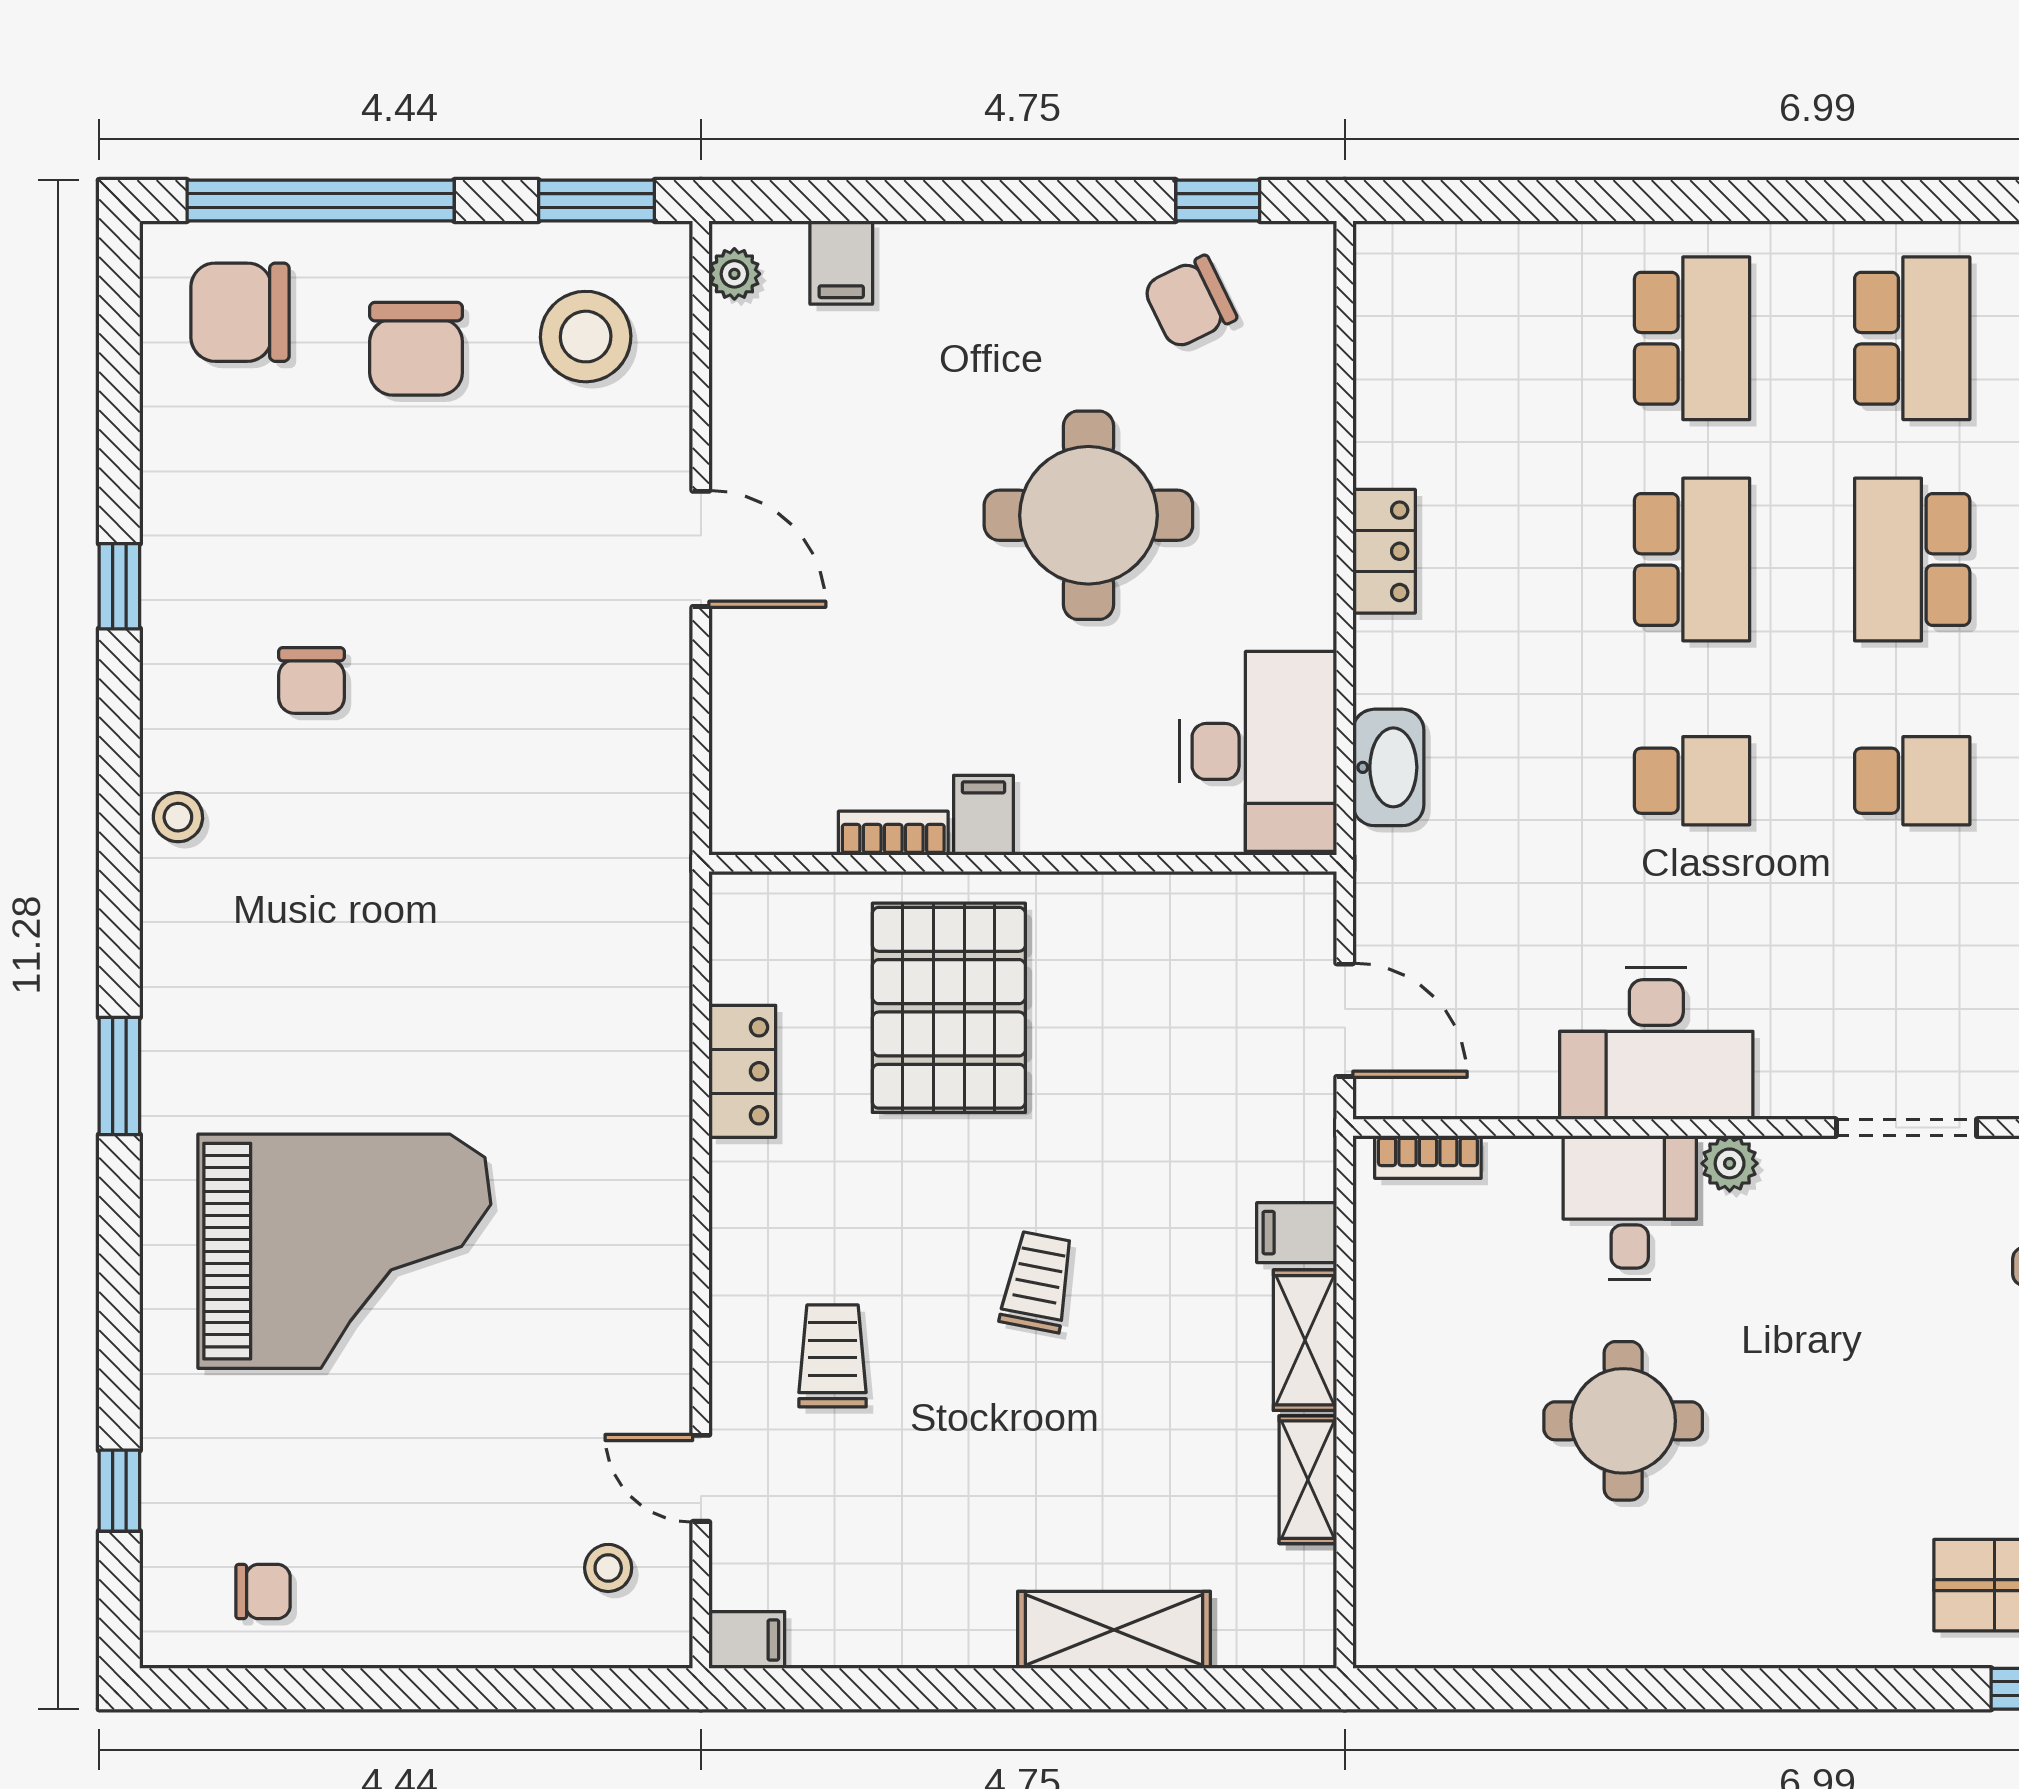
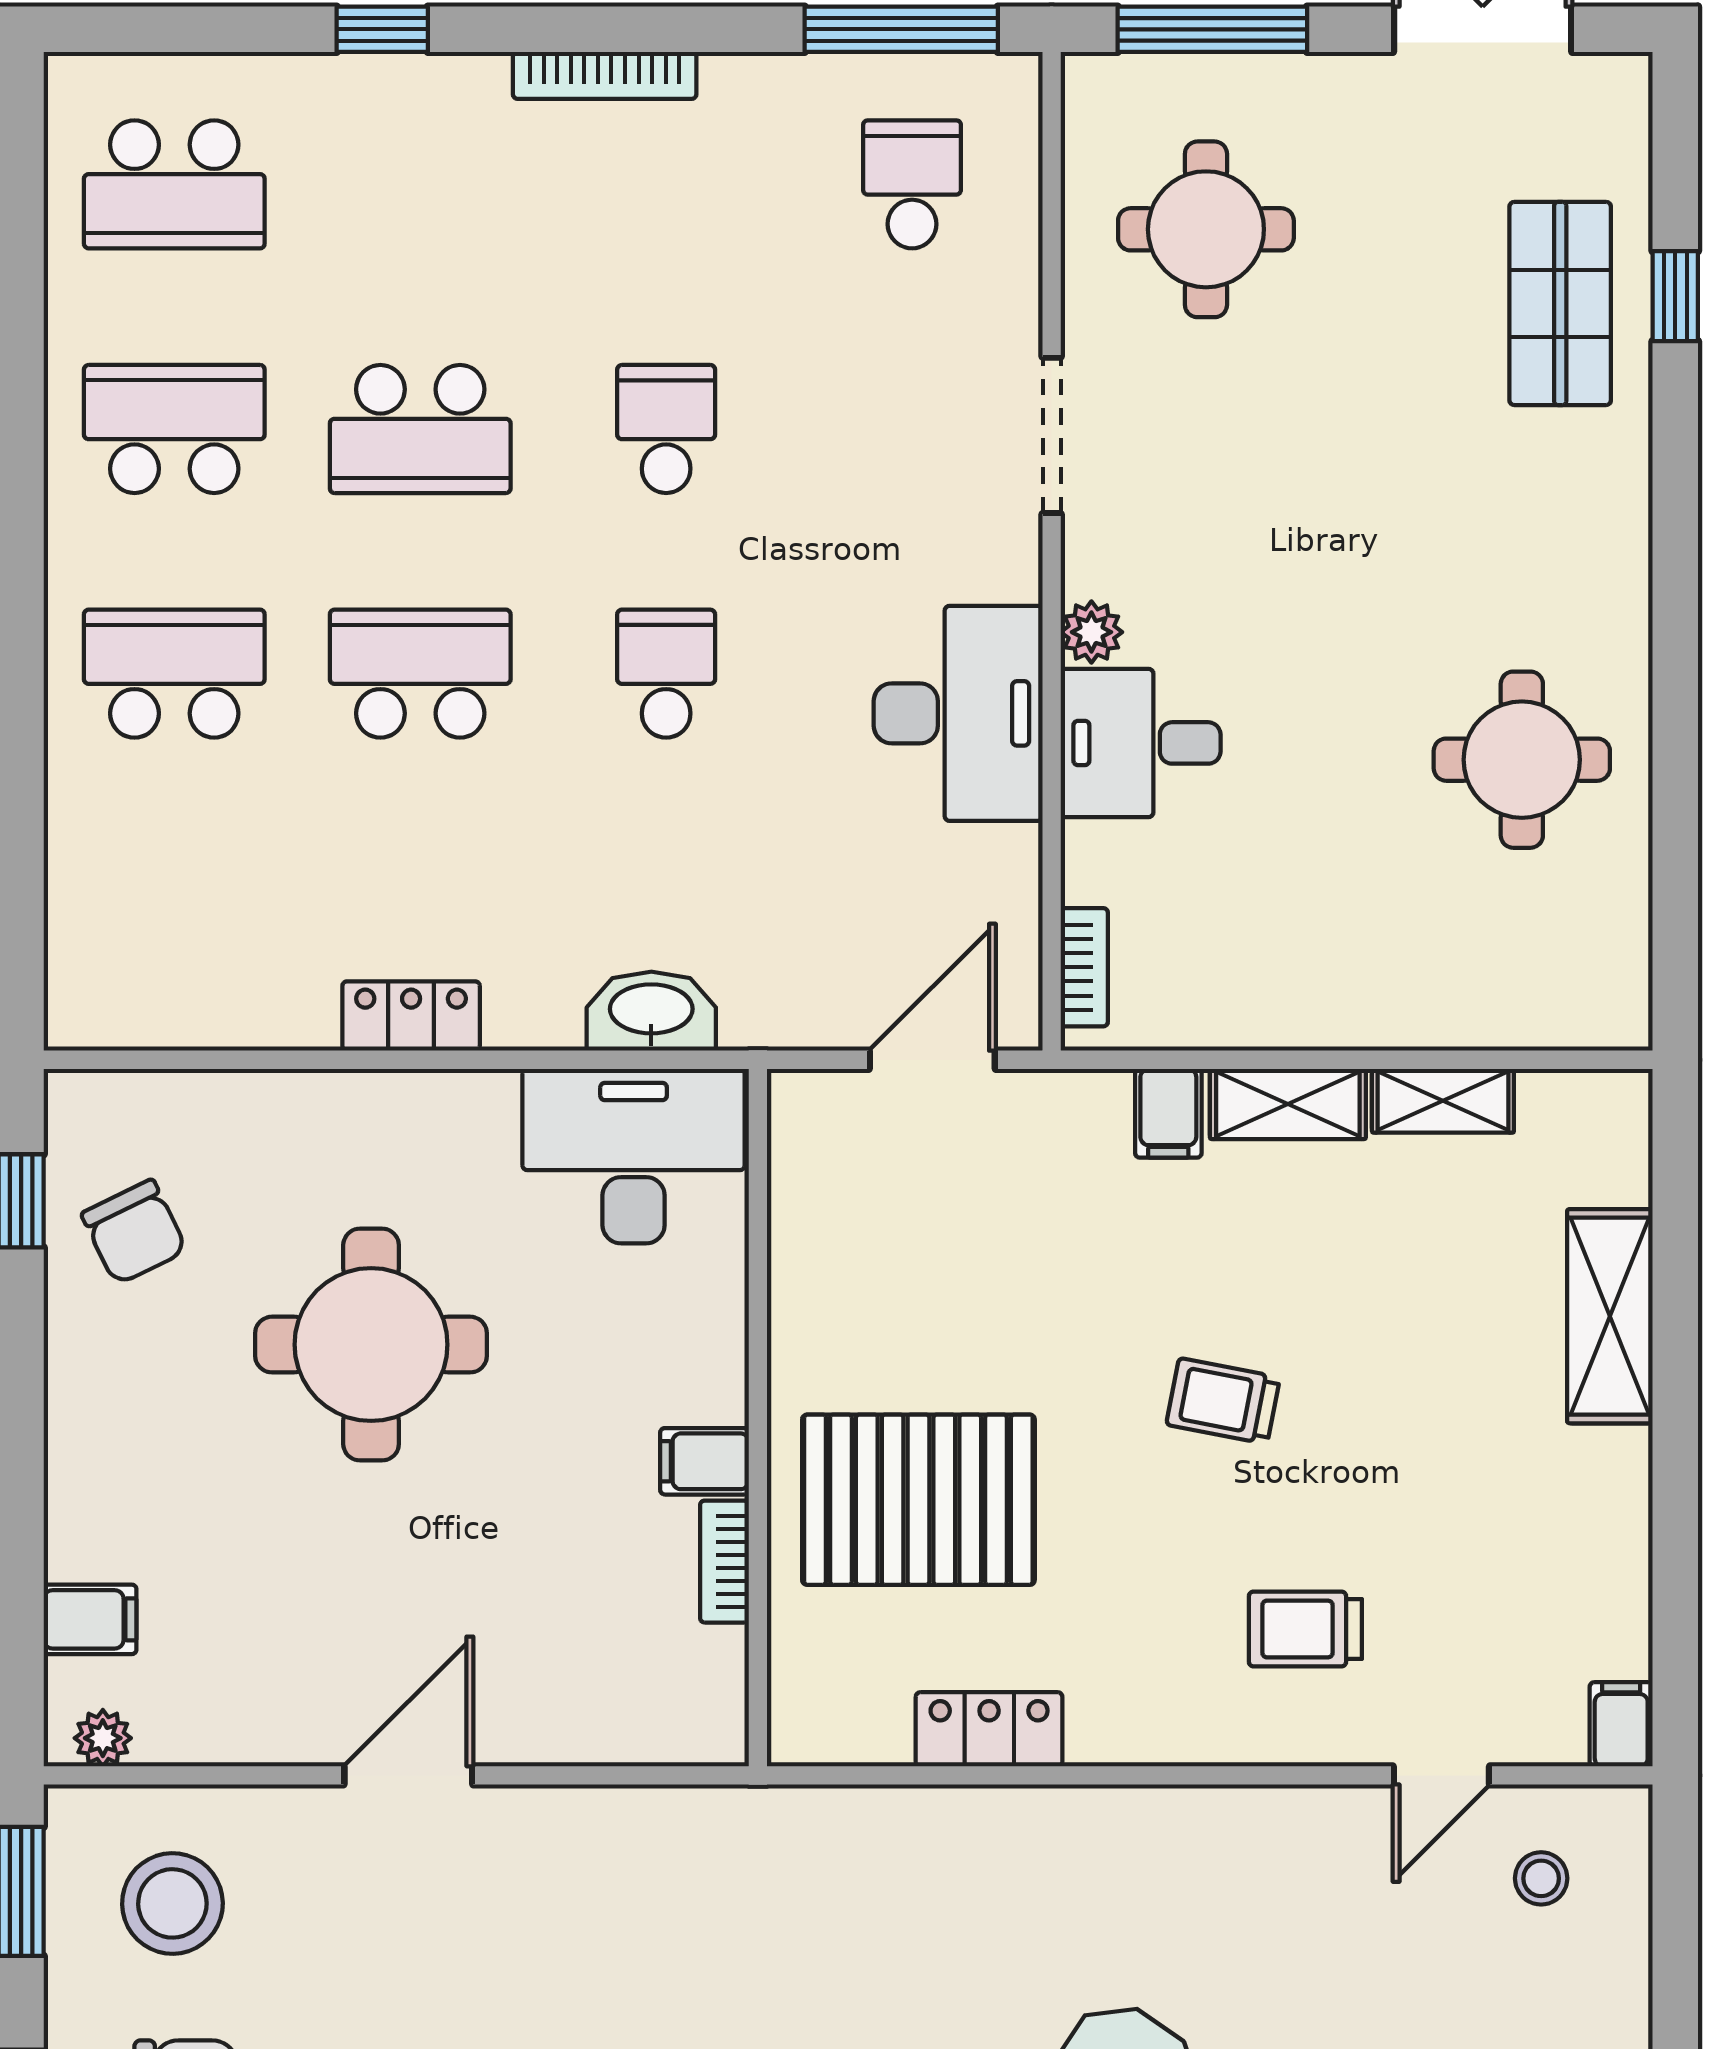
round table: (1623, 1421) -> (1522, 760), moved

